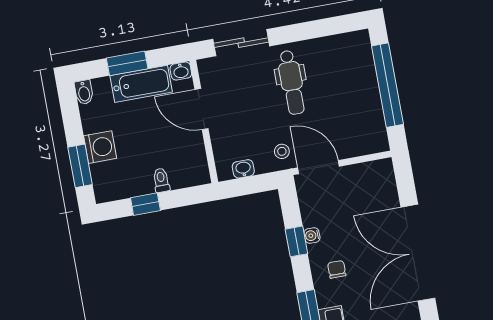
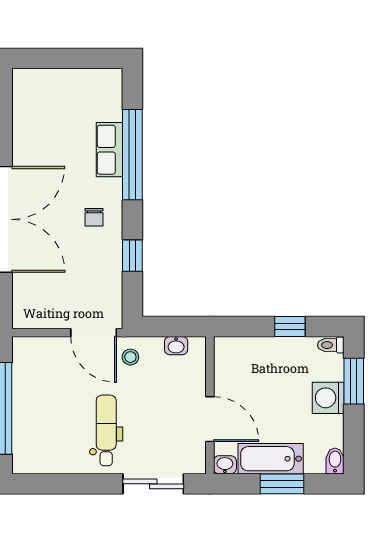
toilet: (161, 180) -> (331, 345), moved, turned 90
water cooler: (312, 235) -> (114, 259), removed

